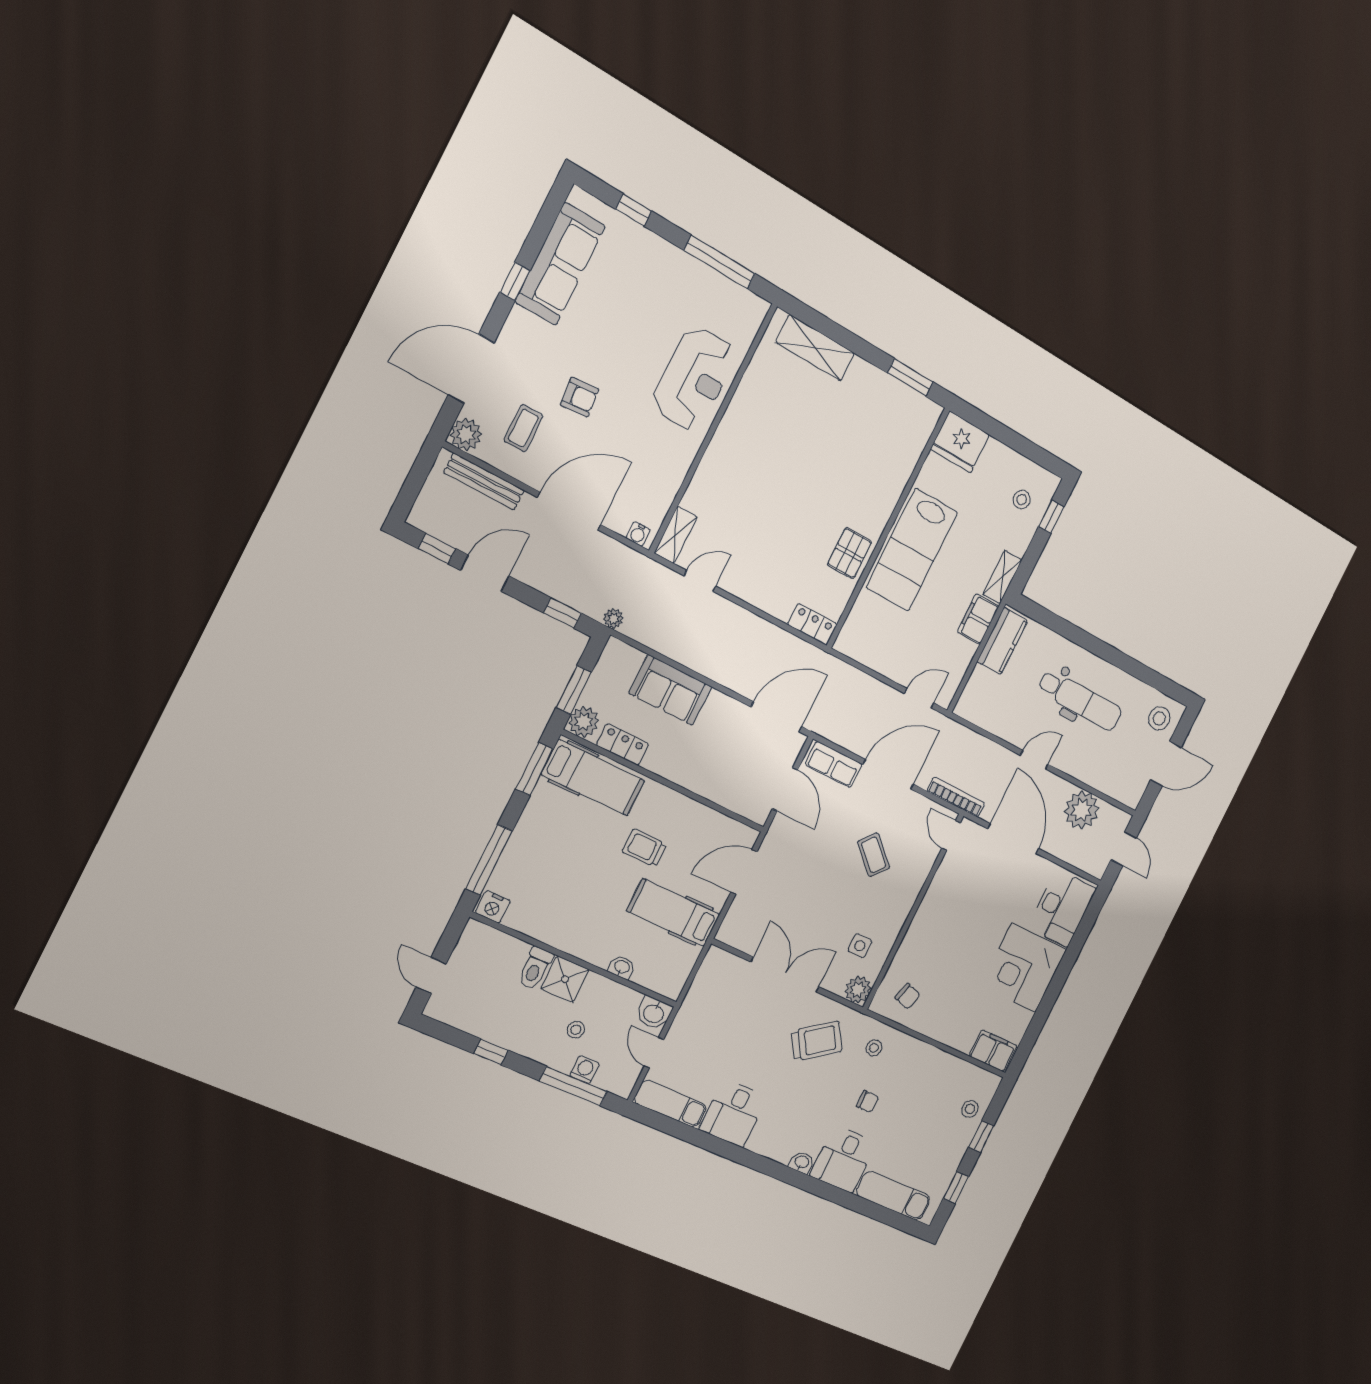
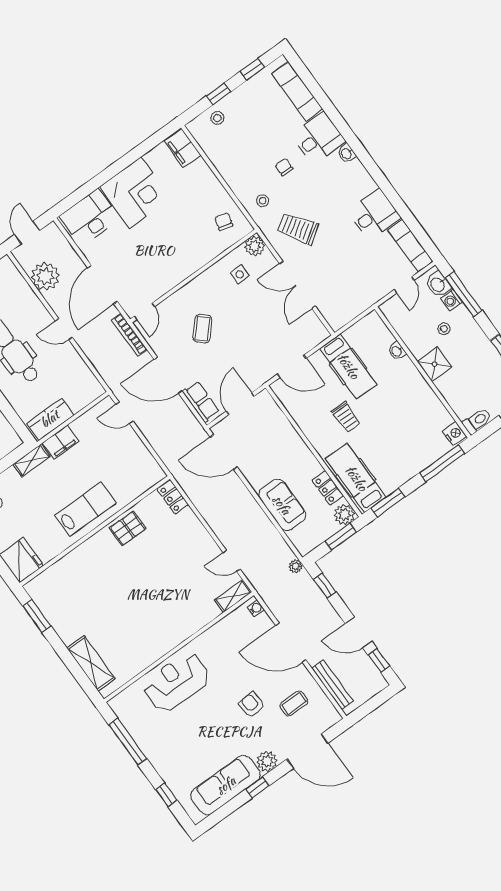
plant: (466, 434) -> (267, 761), moved
lab bench: (912, 550) -> (85, 509), width x0.73, depth x0.72
toilet: (535, 968) -> (477, 421), moved
washbasin: (654, 1013) -> (438, 284), moved, turned 180

